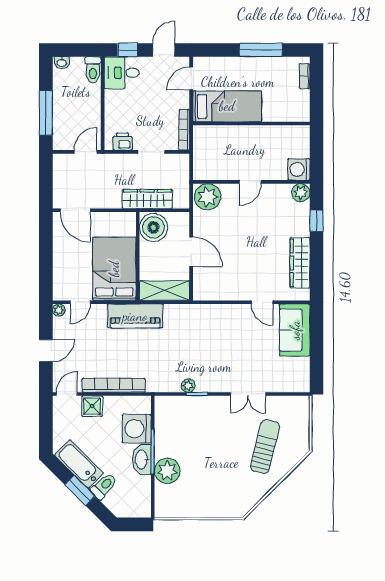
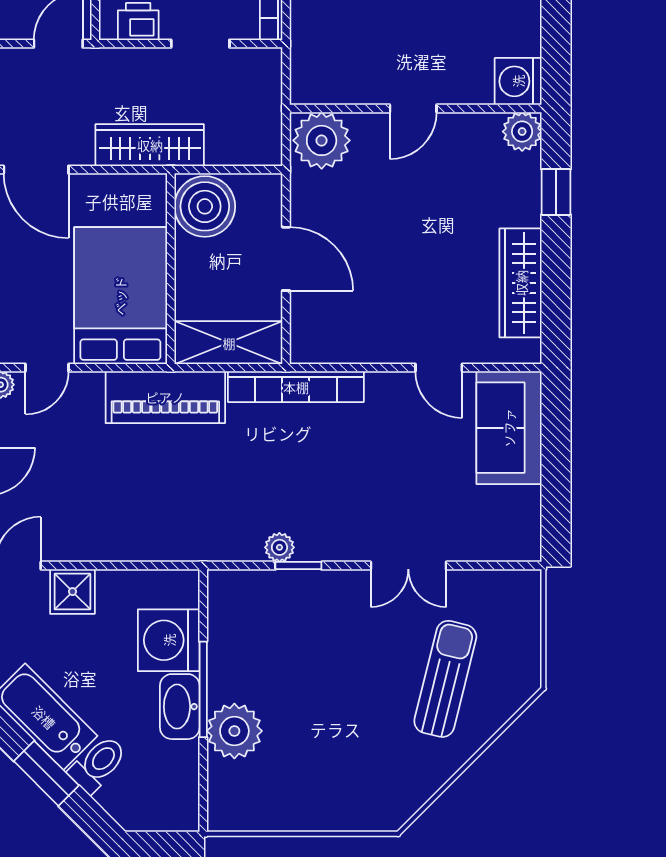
wardrobe: (147, 199) -> (150, 145), moved
bookcase: (114, 385) -> (296, 387), moved, turned 180

